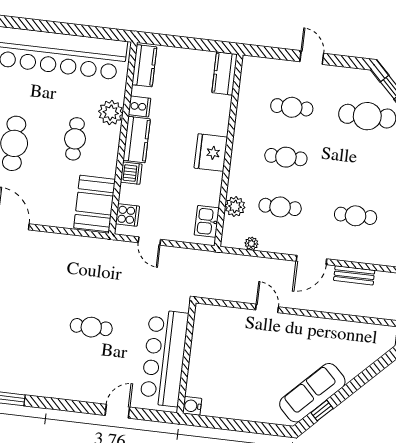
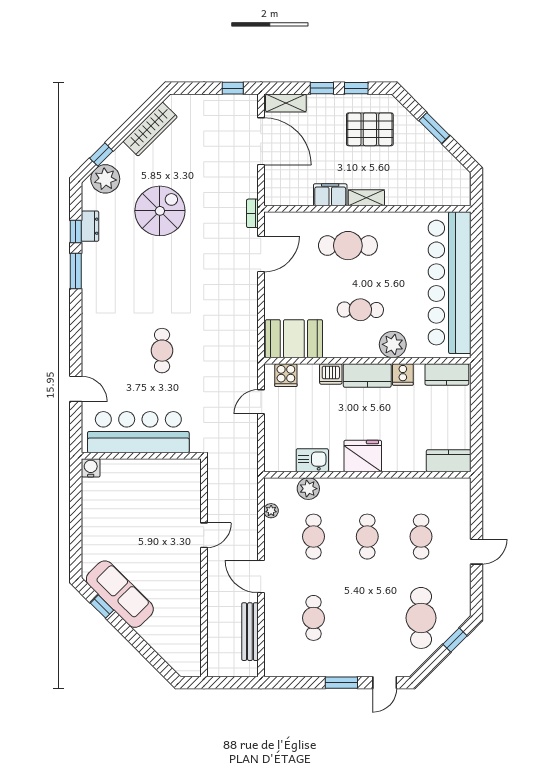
kitchen sink: (207, 221) -> (312, 460), moved
bench: (354, 275) -> (250, 632), width x1.36

